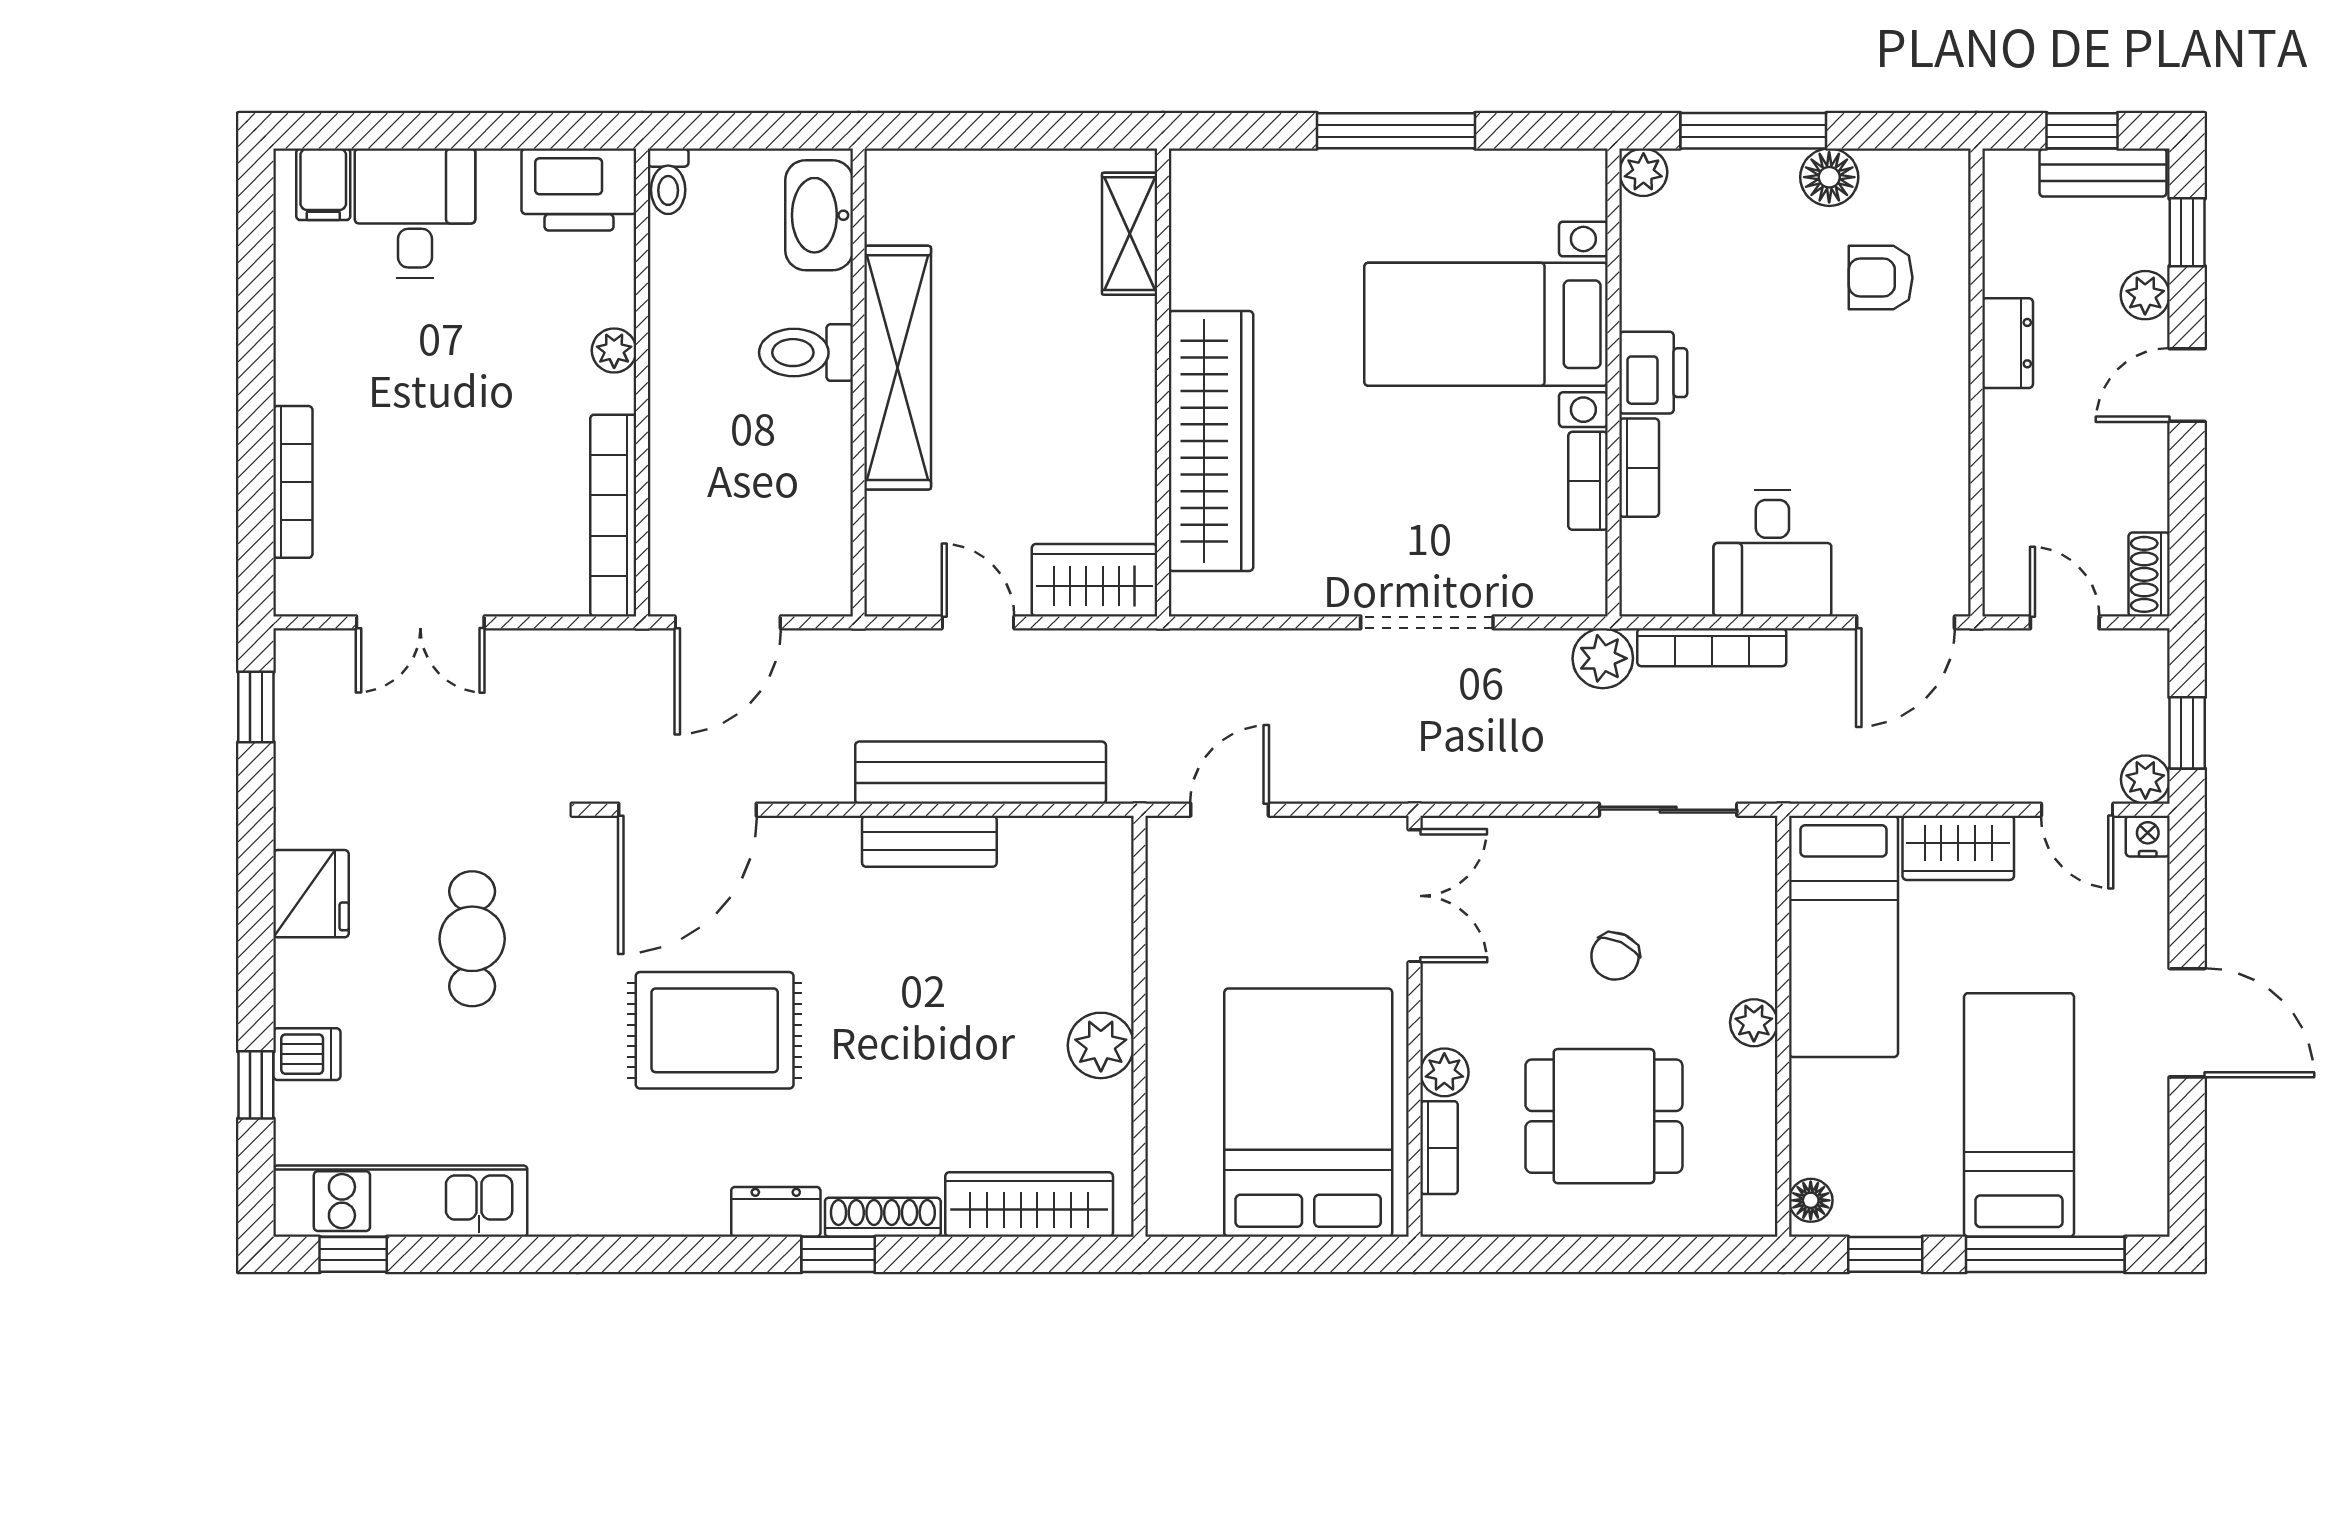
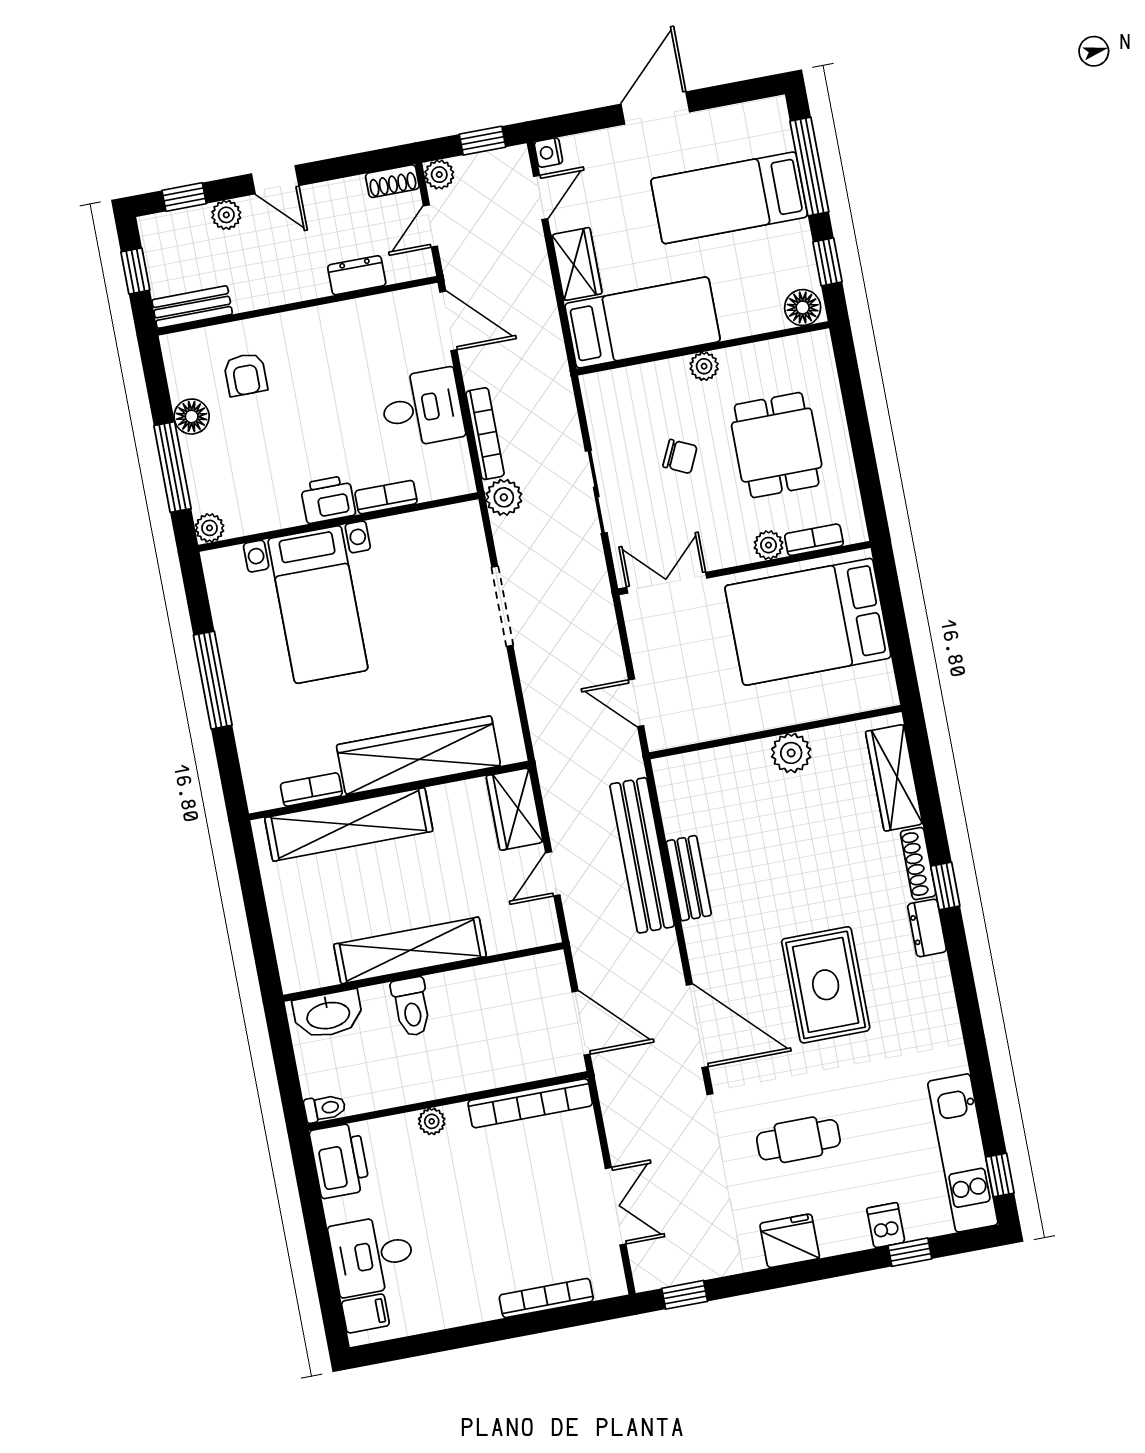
bench: (2103, 173) -> (192, 307), moved, turned 90
shelving: (1130, 234) -> (349, 824), width x2.20, depth x1.33
dresser: (2008, 343) -> (357, 275), moved
bookcase: (1588, 481) -> (311, 790), moved, turned 180
plant: (2145, 780) -> (439, 175), moved
sliding door: (1668, 810) -> (596, 492), moved
floor lamp: (1811, 1200) -> (803, 308), width x1.37, depth x1.37

